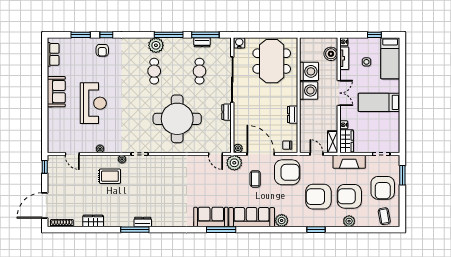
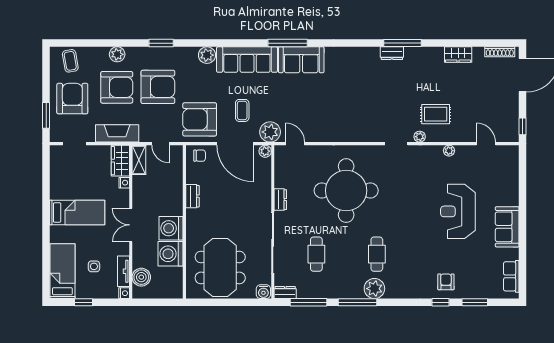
dresser: (202, 42) -> (285, 292), moved

